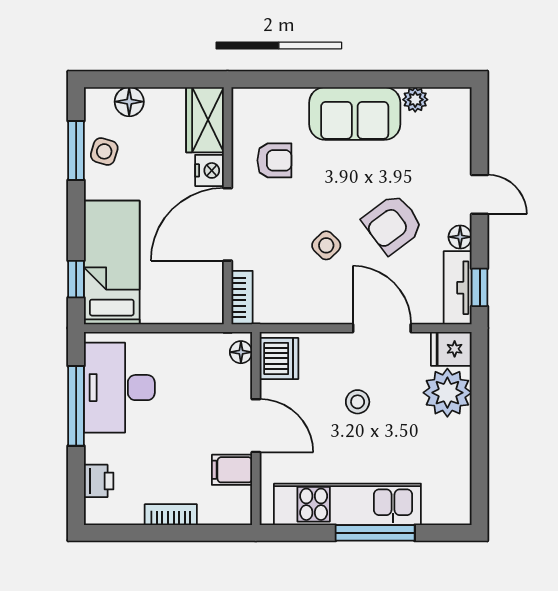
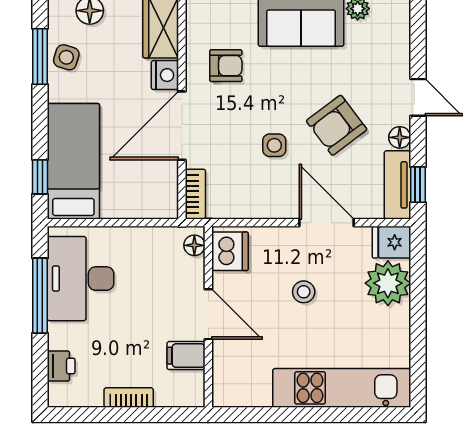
side table: (326, 245) -> (274, 145), turned 45
kitchen unit: (347, 504) -> (342, 388), moved
window: (375, 533) -> (320, 415), removed

